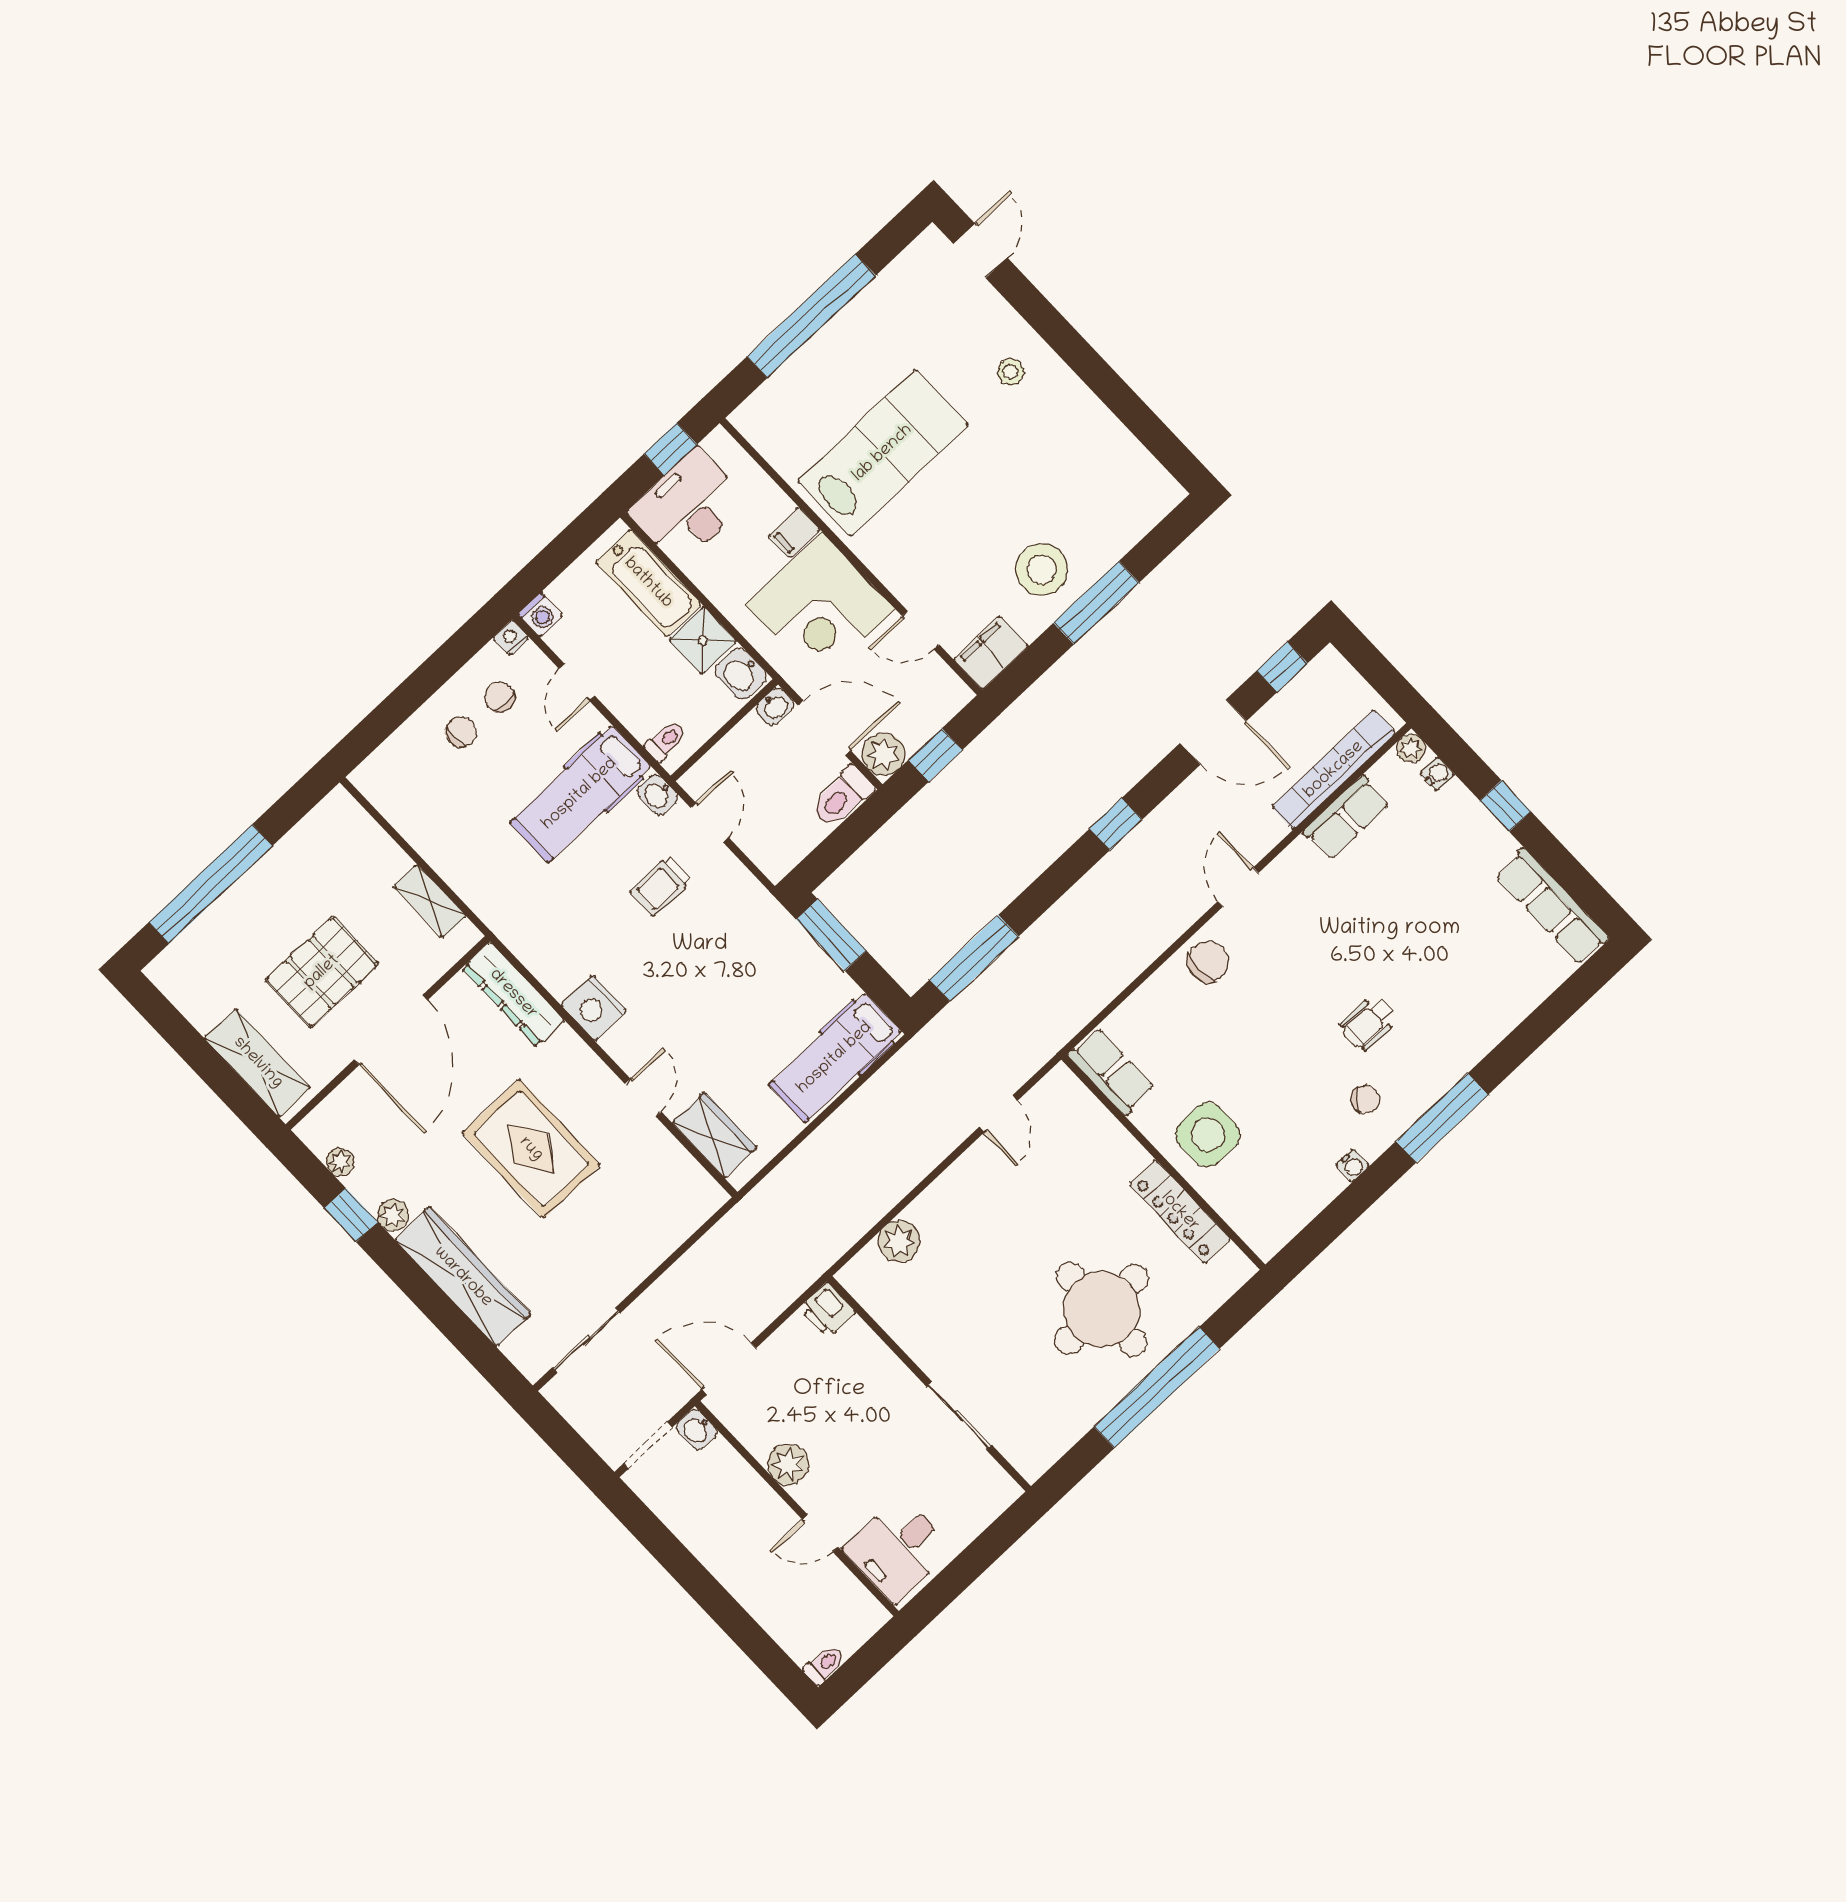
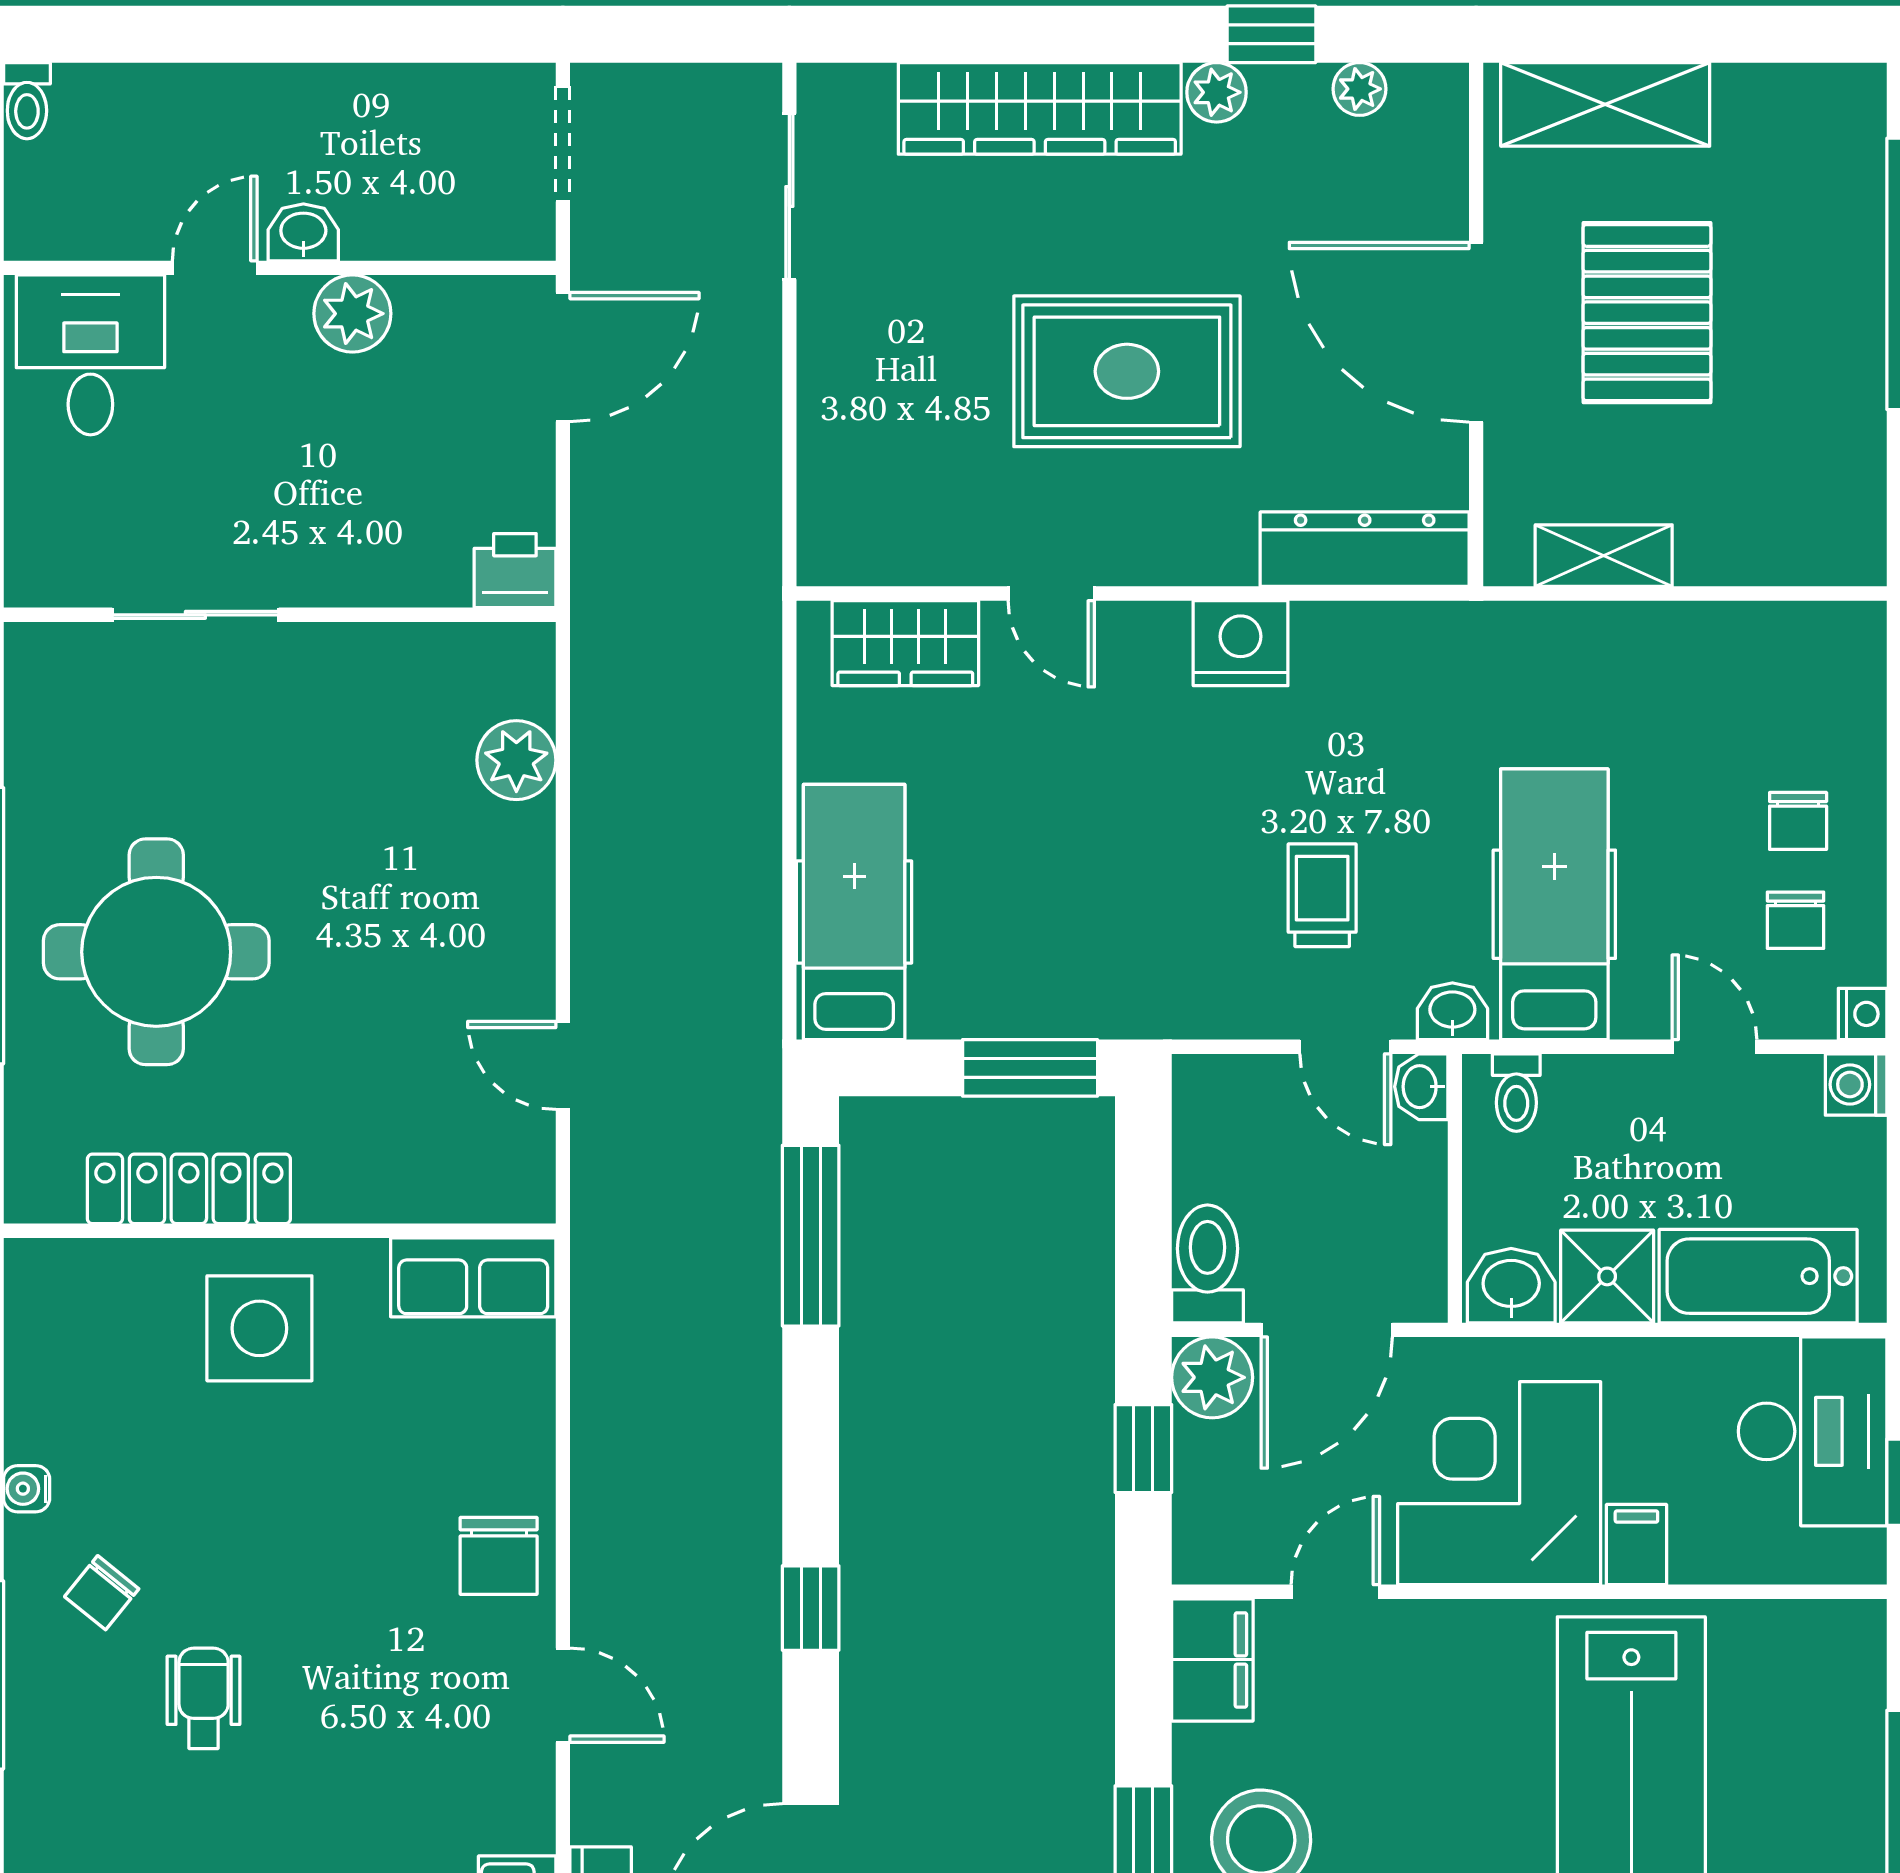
chair: (500, 697) -> (1796, 920), turned 90
washbasin: (775, 706) -> (1421, 1087), moved
washbasin: (697, 1430) -> (303, 232), moved

